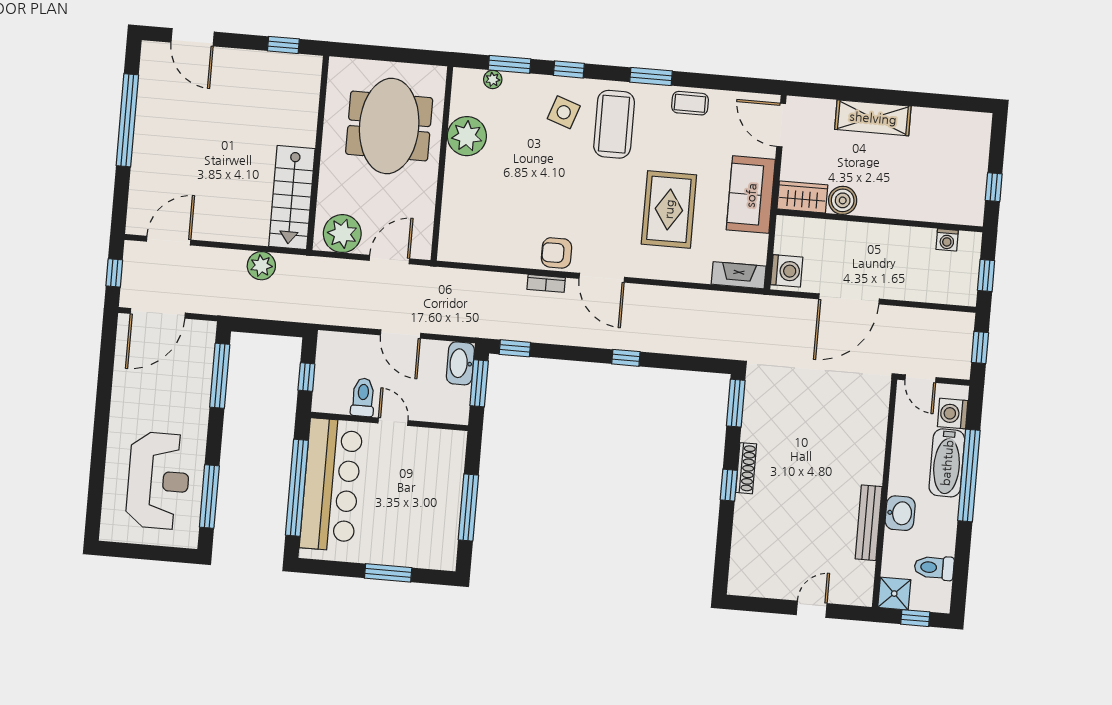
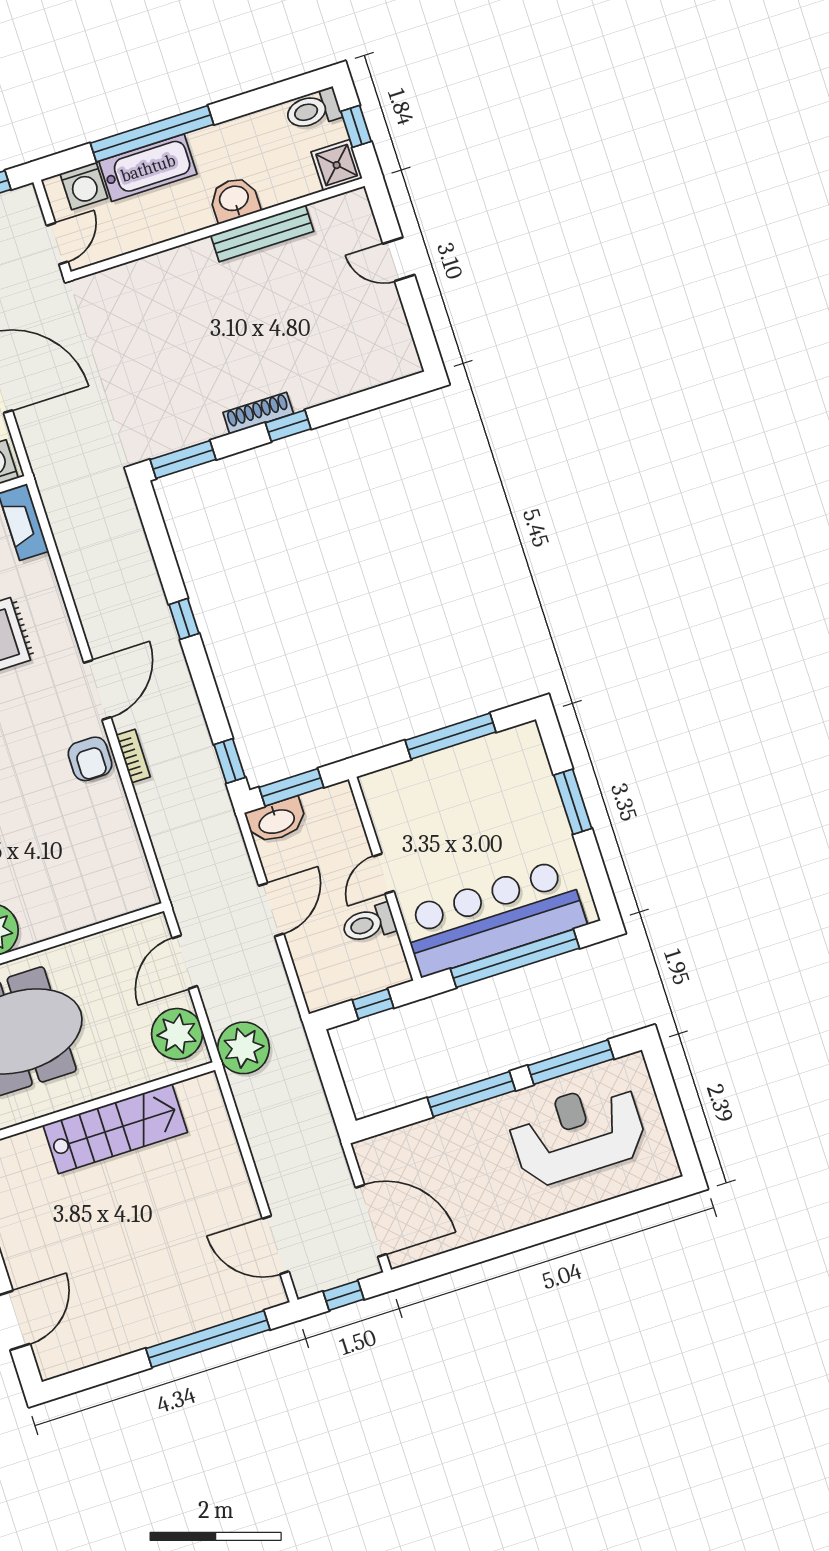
window: (127, 120) -> (208, 1339), moved
stairs: (292, 197) -> (115, 1129), moved
door: (389, 260) -> (185, 962), hinge flipped
plant: (261, 266) -> (243, 1048), moved, width x1.36, depth x1.36
window: (220, 376) -> (471, 1094), moved
toilet: (934, 568) -> (313, 110), moved, turned 90

